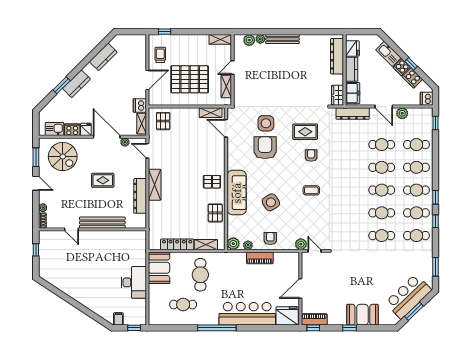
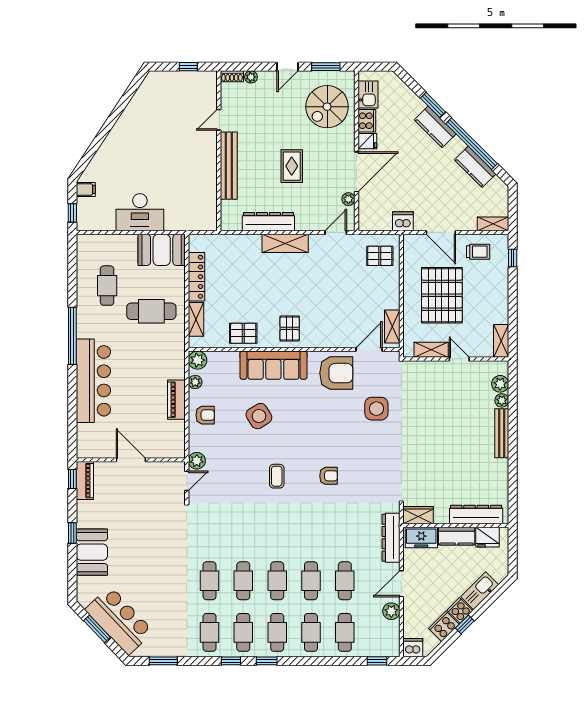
window: (88, 59) -> (472, 144), added
shelving: (142, 124) -> (493, 224), moved
rug: (305, 132) -> (364, 467), removed
armchair: (265, 148) -> (336, 373), moved
fridge: (287, 316) -> (90, 440), removed

